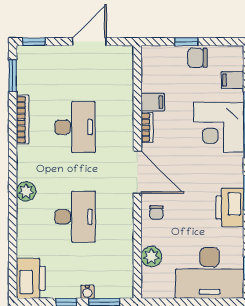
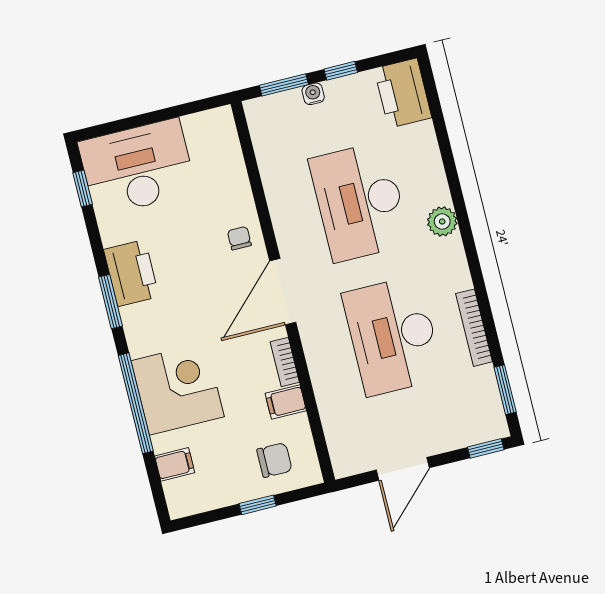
chair: (197, 58) -> (274, 460), moved
desk: (75, 127) -> (393, 336), width x1.36, depth x1.30
door: (137, 172) -> (283, 292), hinge flipped
desk: (75, 217) -> (360, 202), width x1.36, depth x1.30
plant: (151, 257) -> (231, 170), removed

